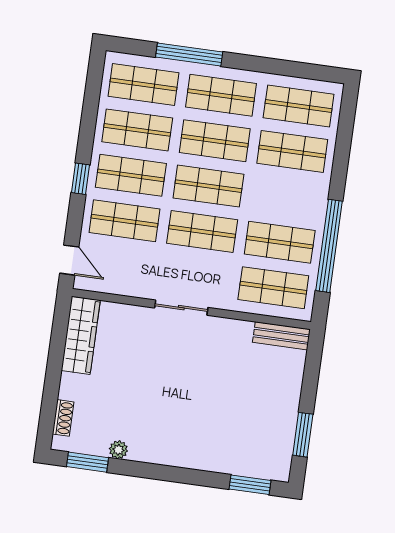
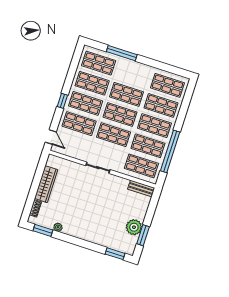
shop shelf: (221, 95) -> (154, 126), moved
wardrobe: (81, 335) -> (46, 184), moved
plant: (280, 421) -> (134, 227), added

